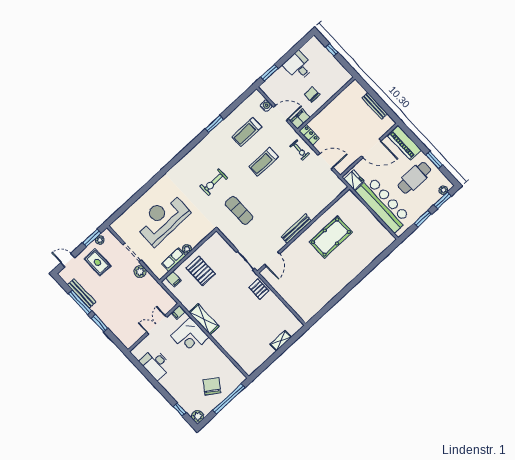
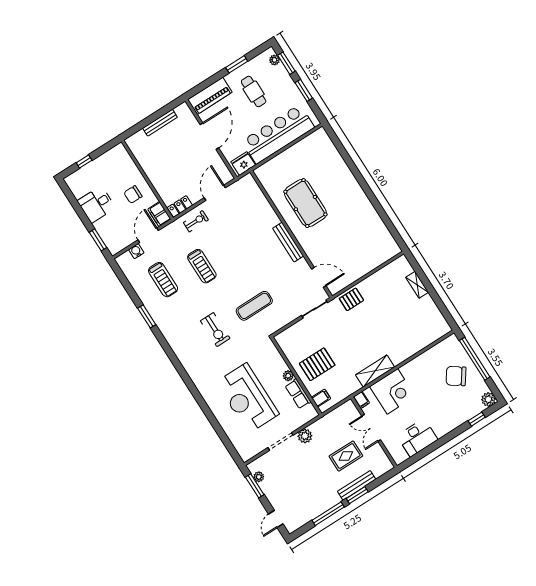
cafe table: (414, 178) -> (254, 92), width x0.73, depth x0.74
rug: (97, 262) -> (346, 456), moved
bench: (82, 293) -> (357, 485), moved

